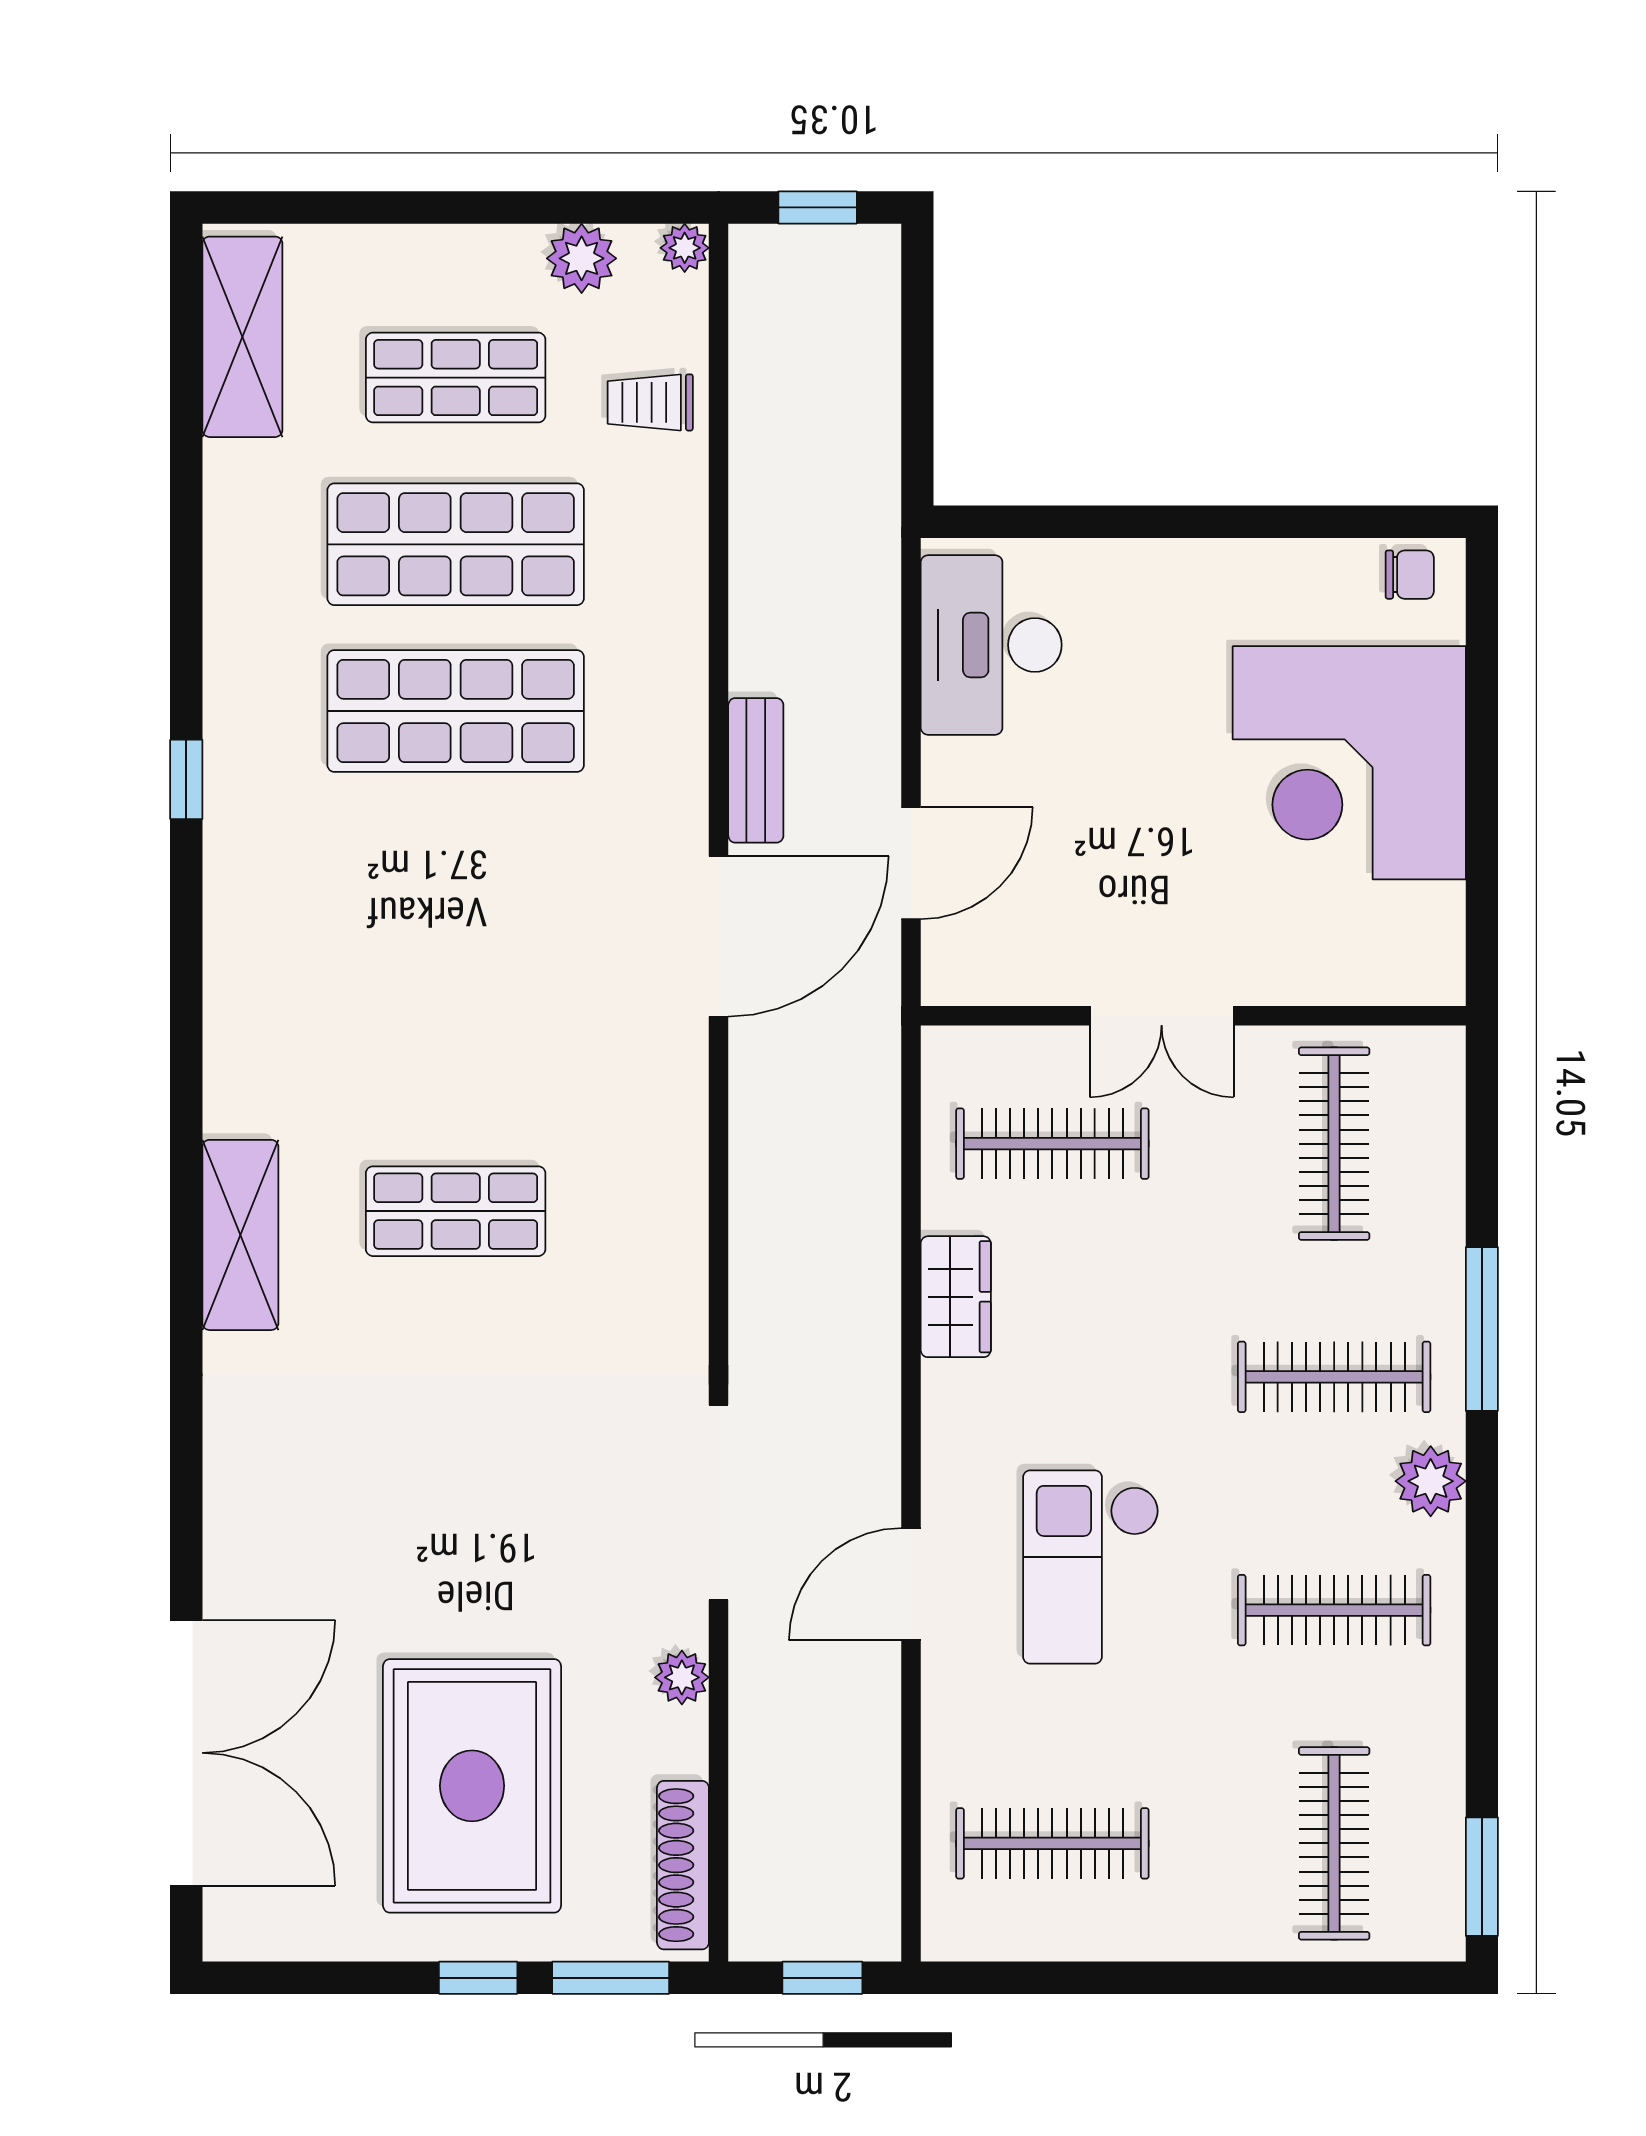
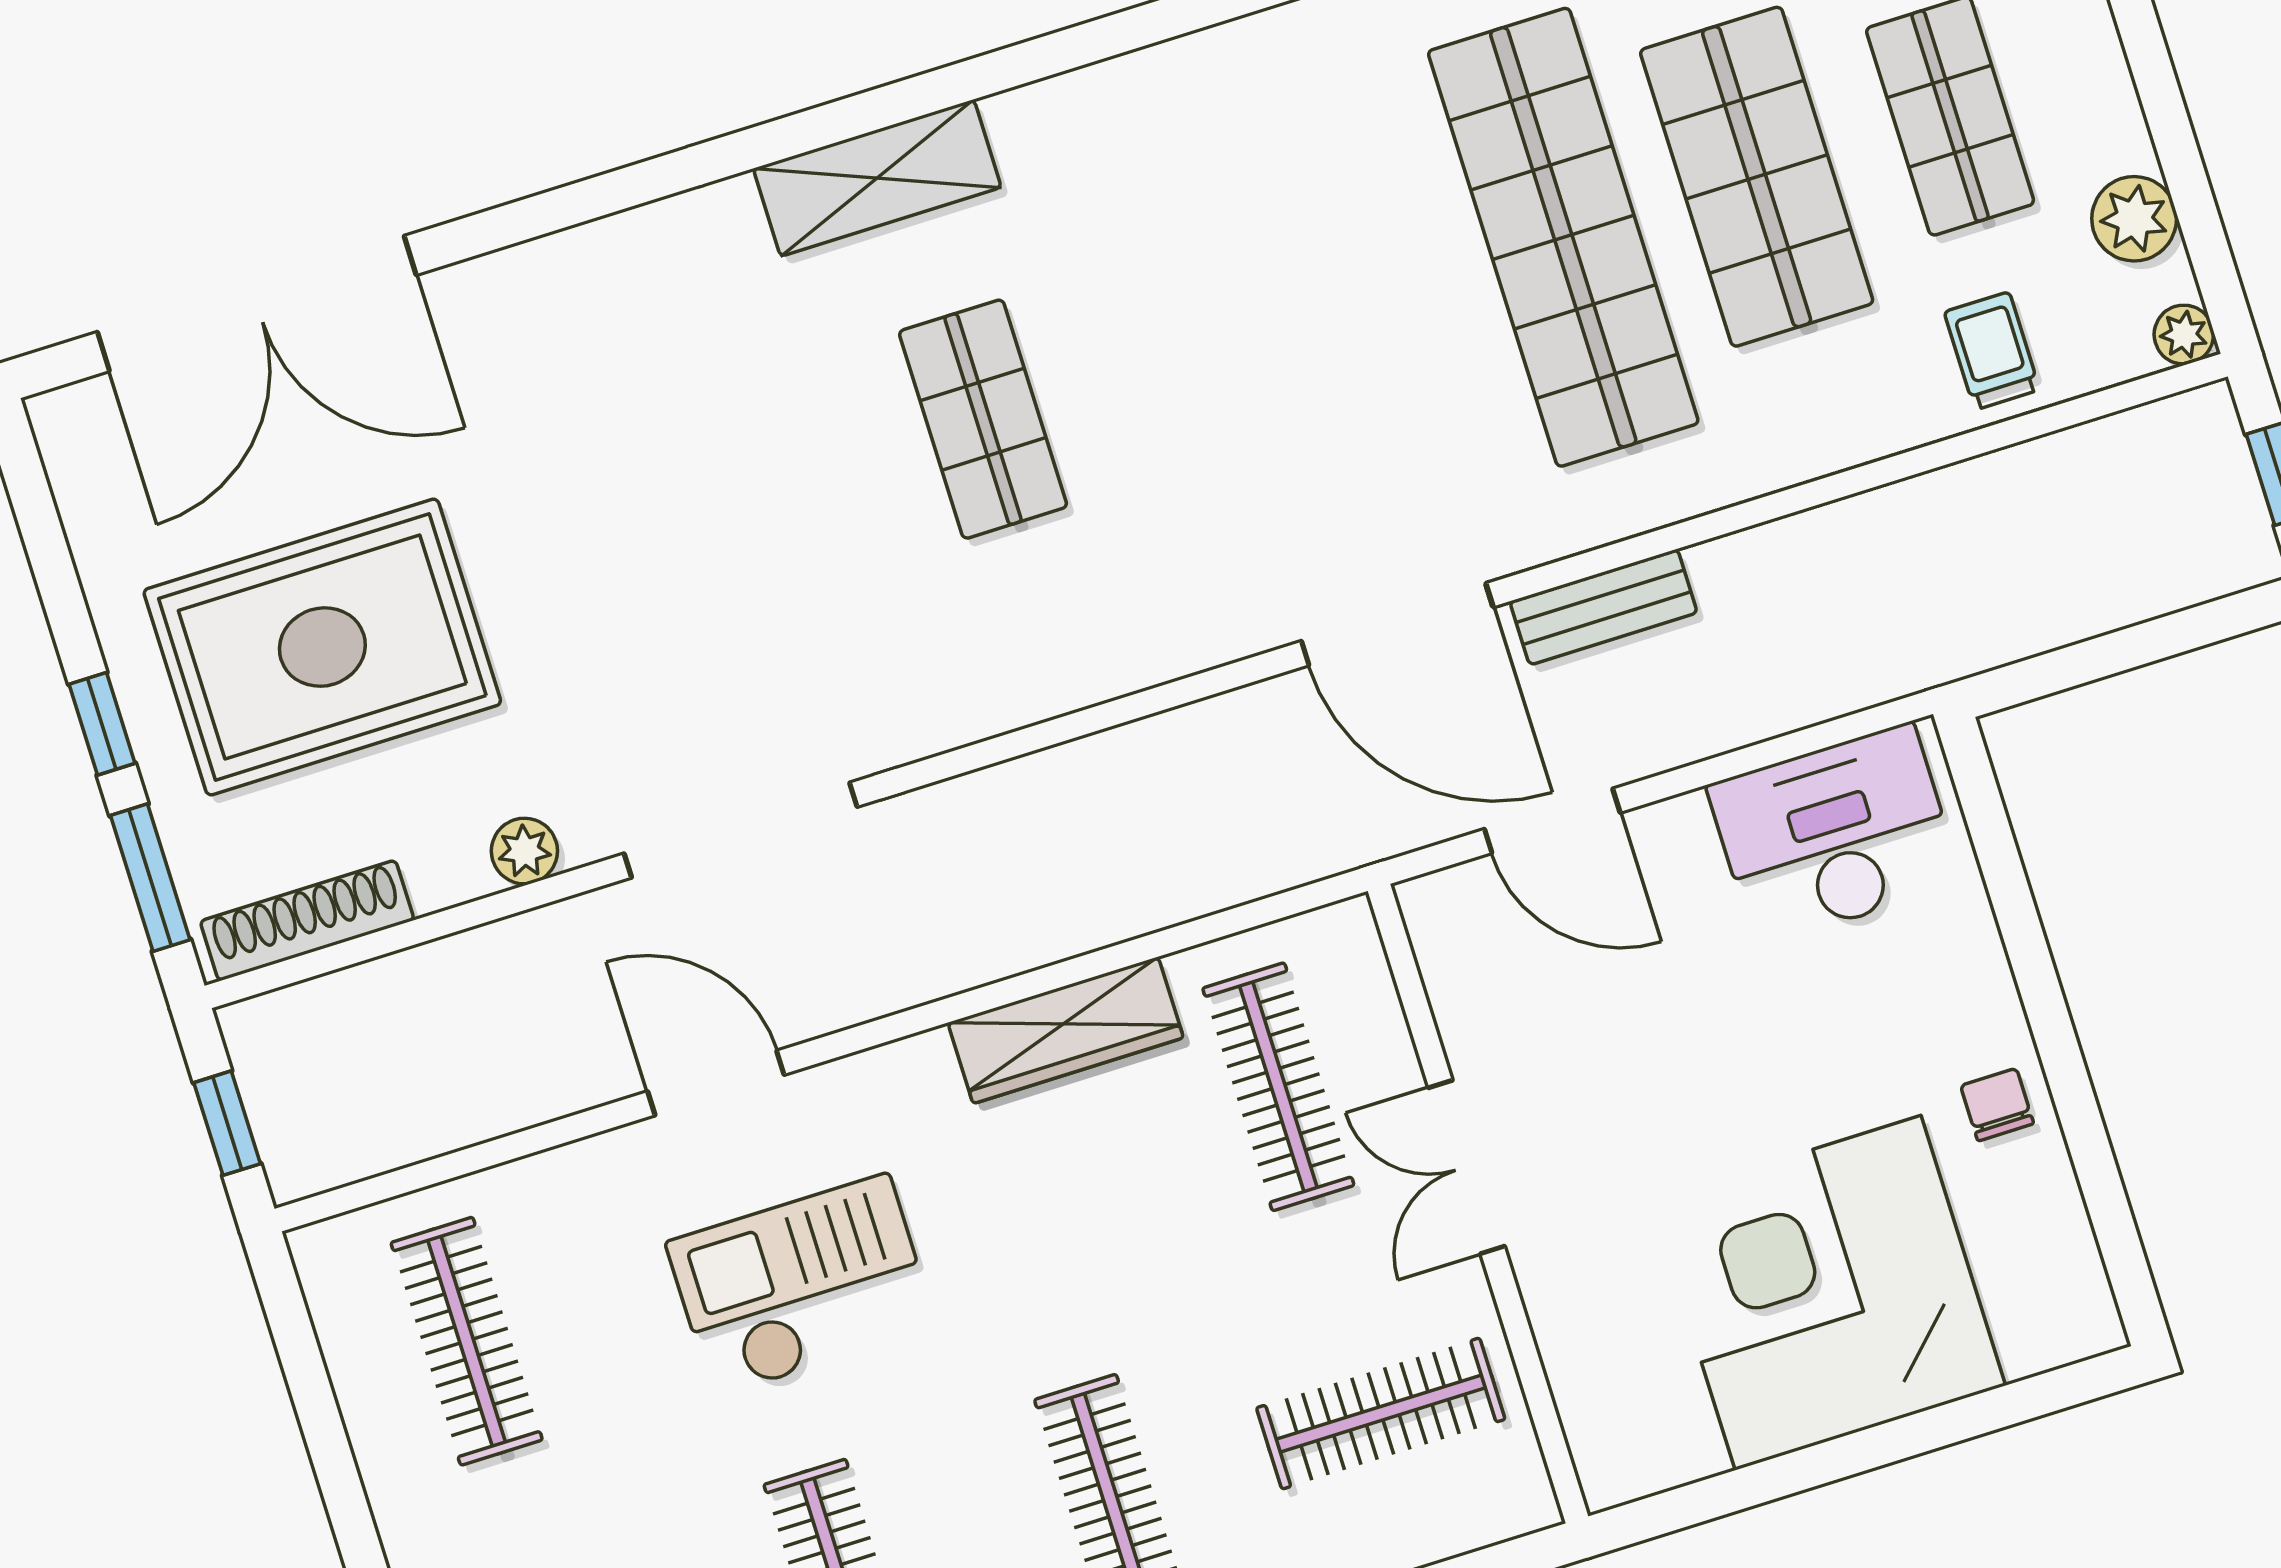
chair: (1410, 575) -> (1997, 1105), moved, turned 180
shop shelf: (456, 711) -> (1563, 237), width x1.40
wardrobe: (956, 1297) -> (1066, 1030), width x1.50

